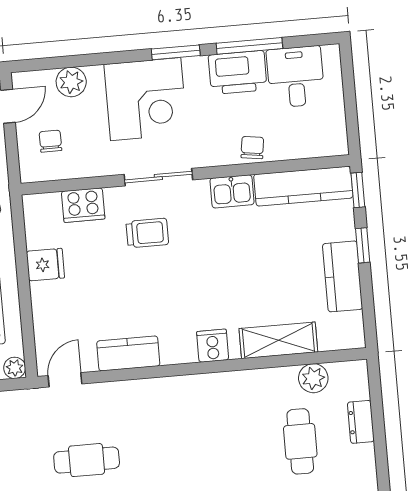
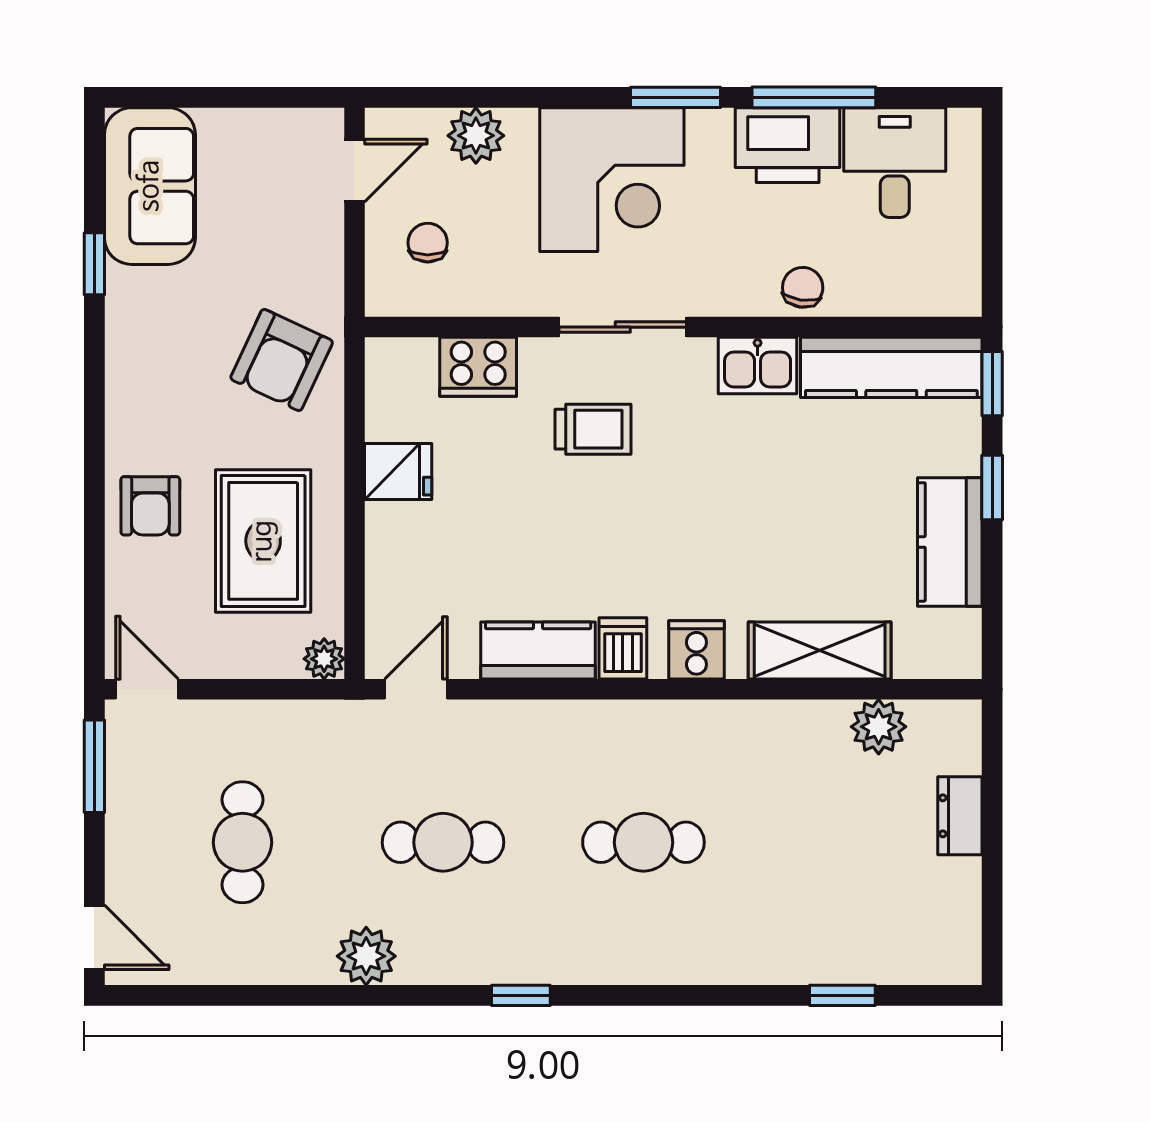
dishwasher: (173, 348) -> (623, 648), added
cafe table: (300, 441) -> (643, 842), moved, turned 90

